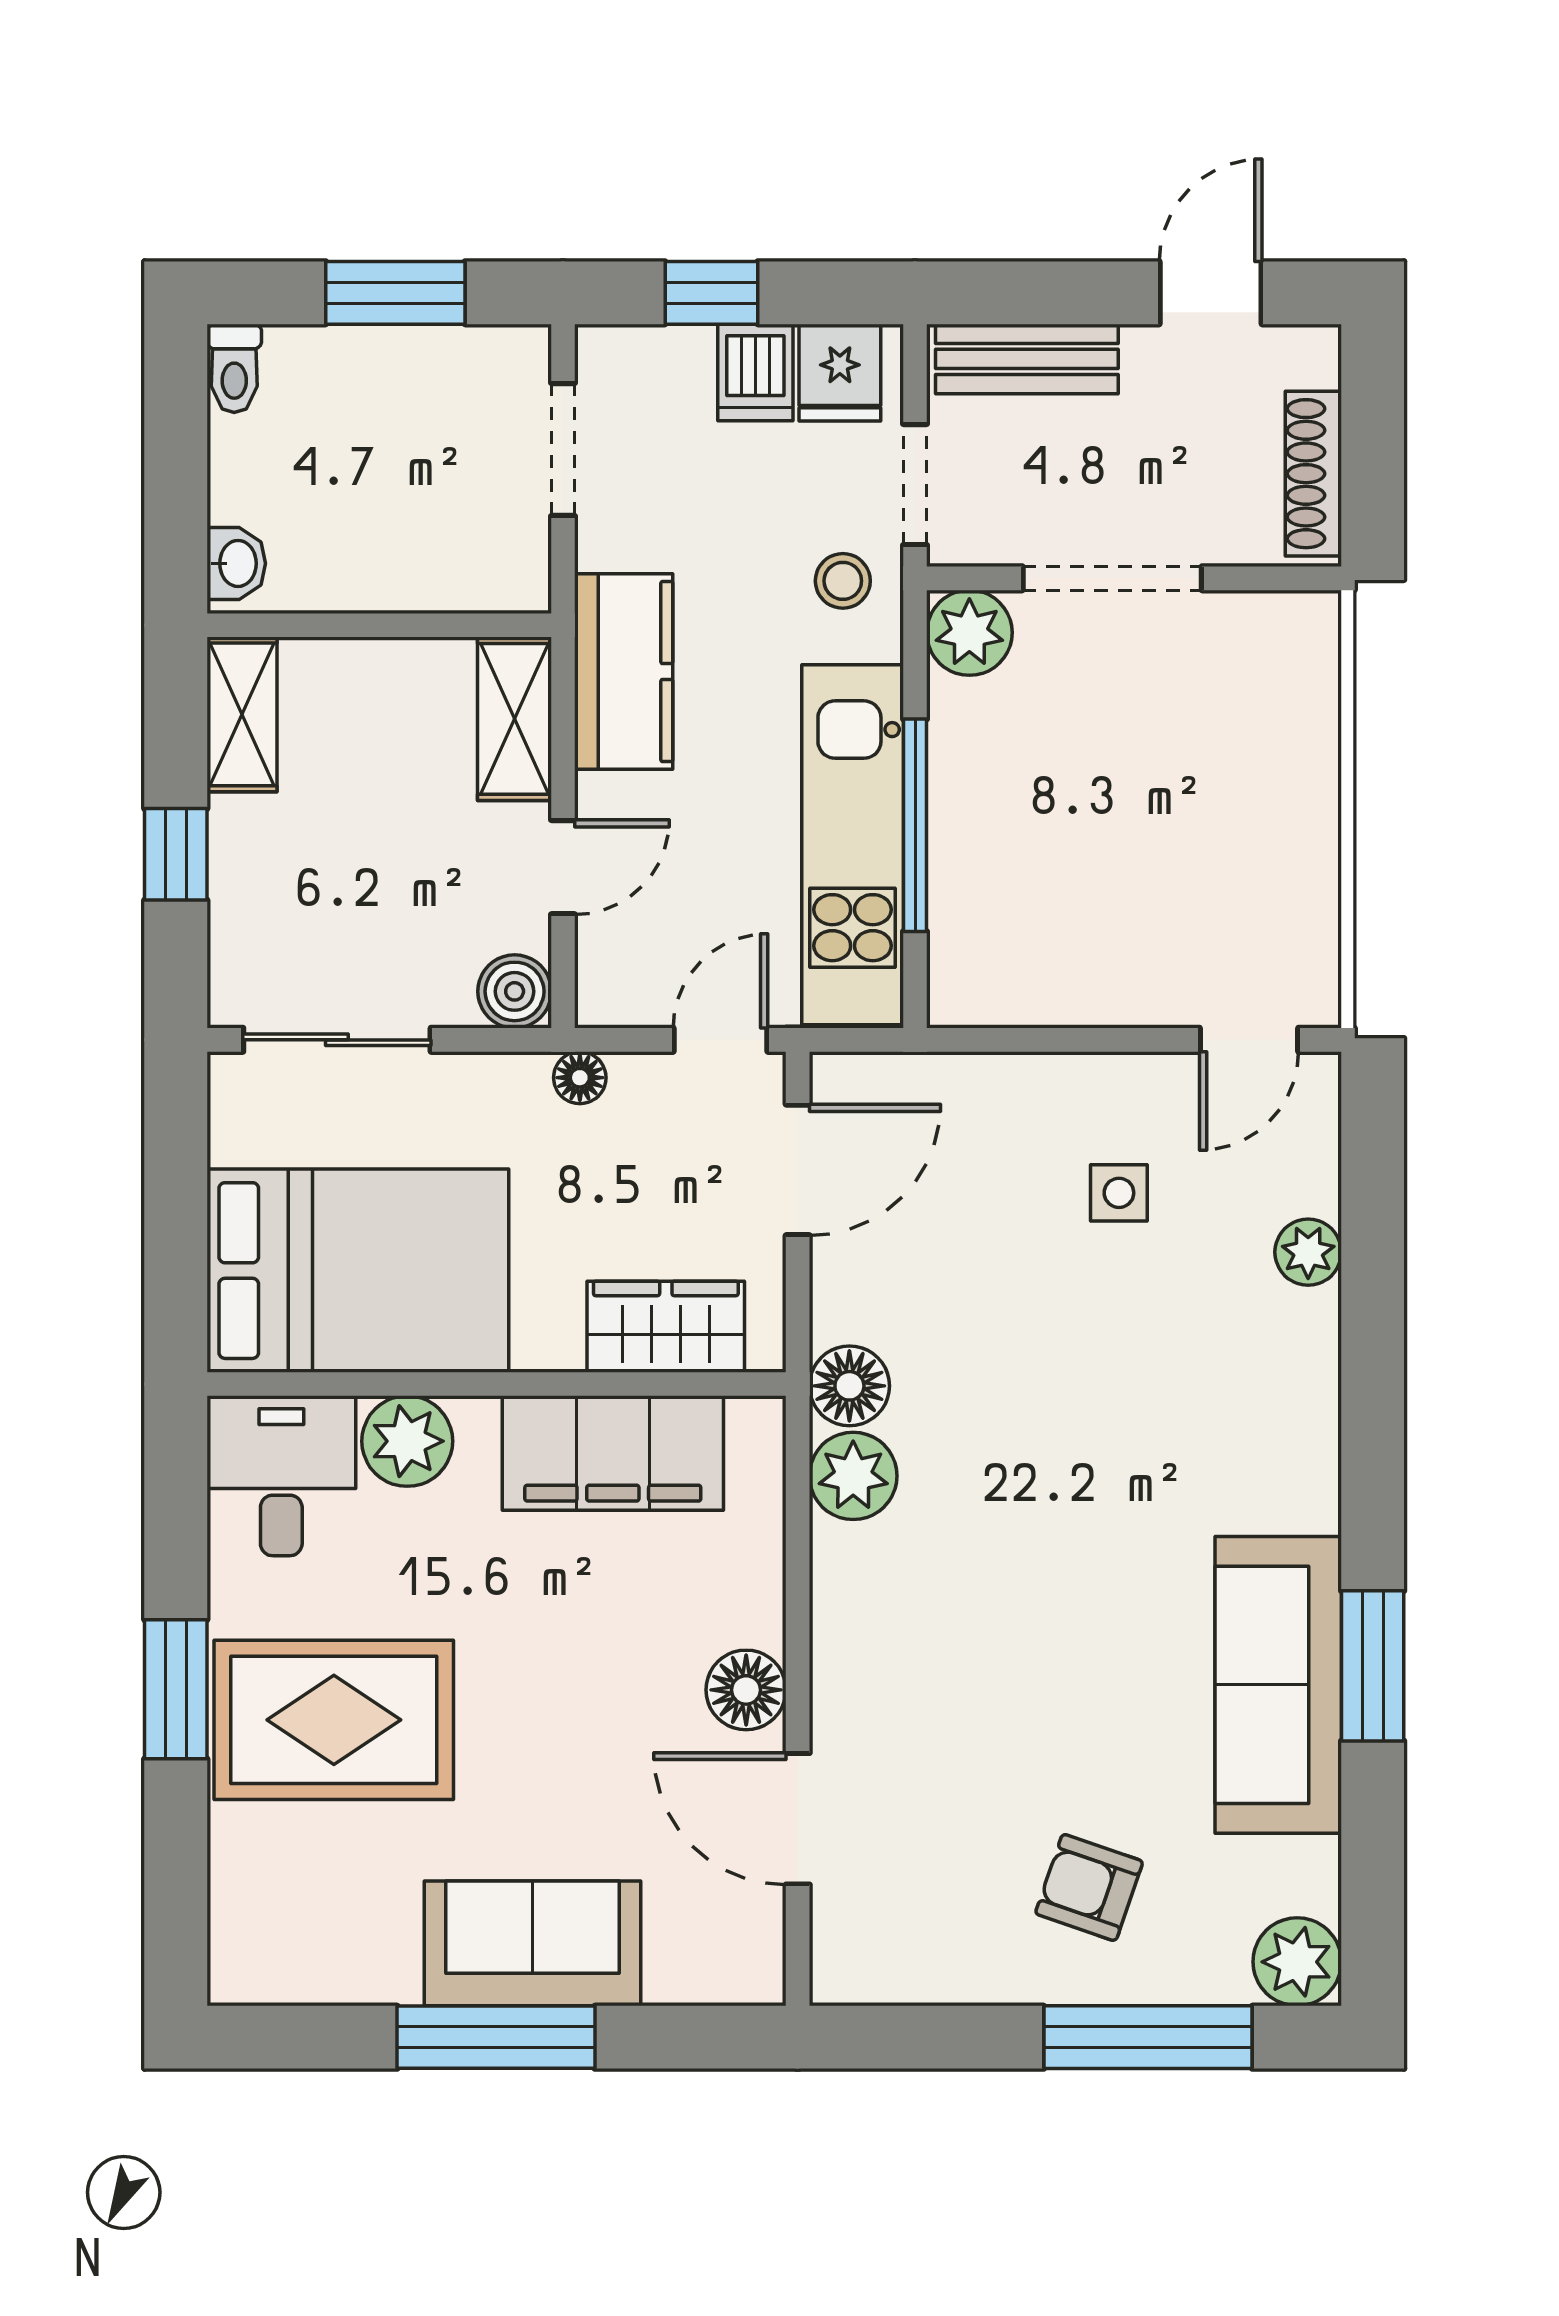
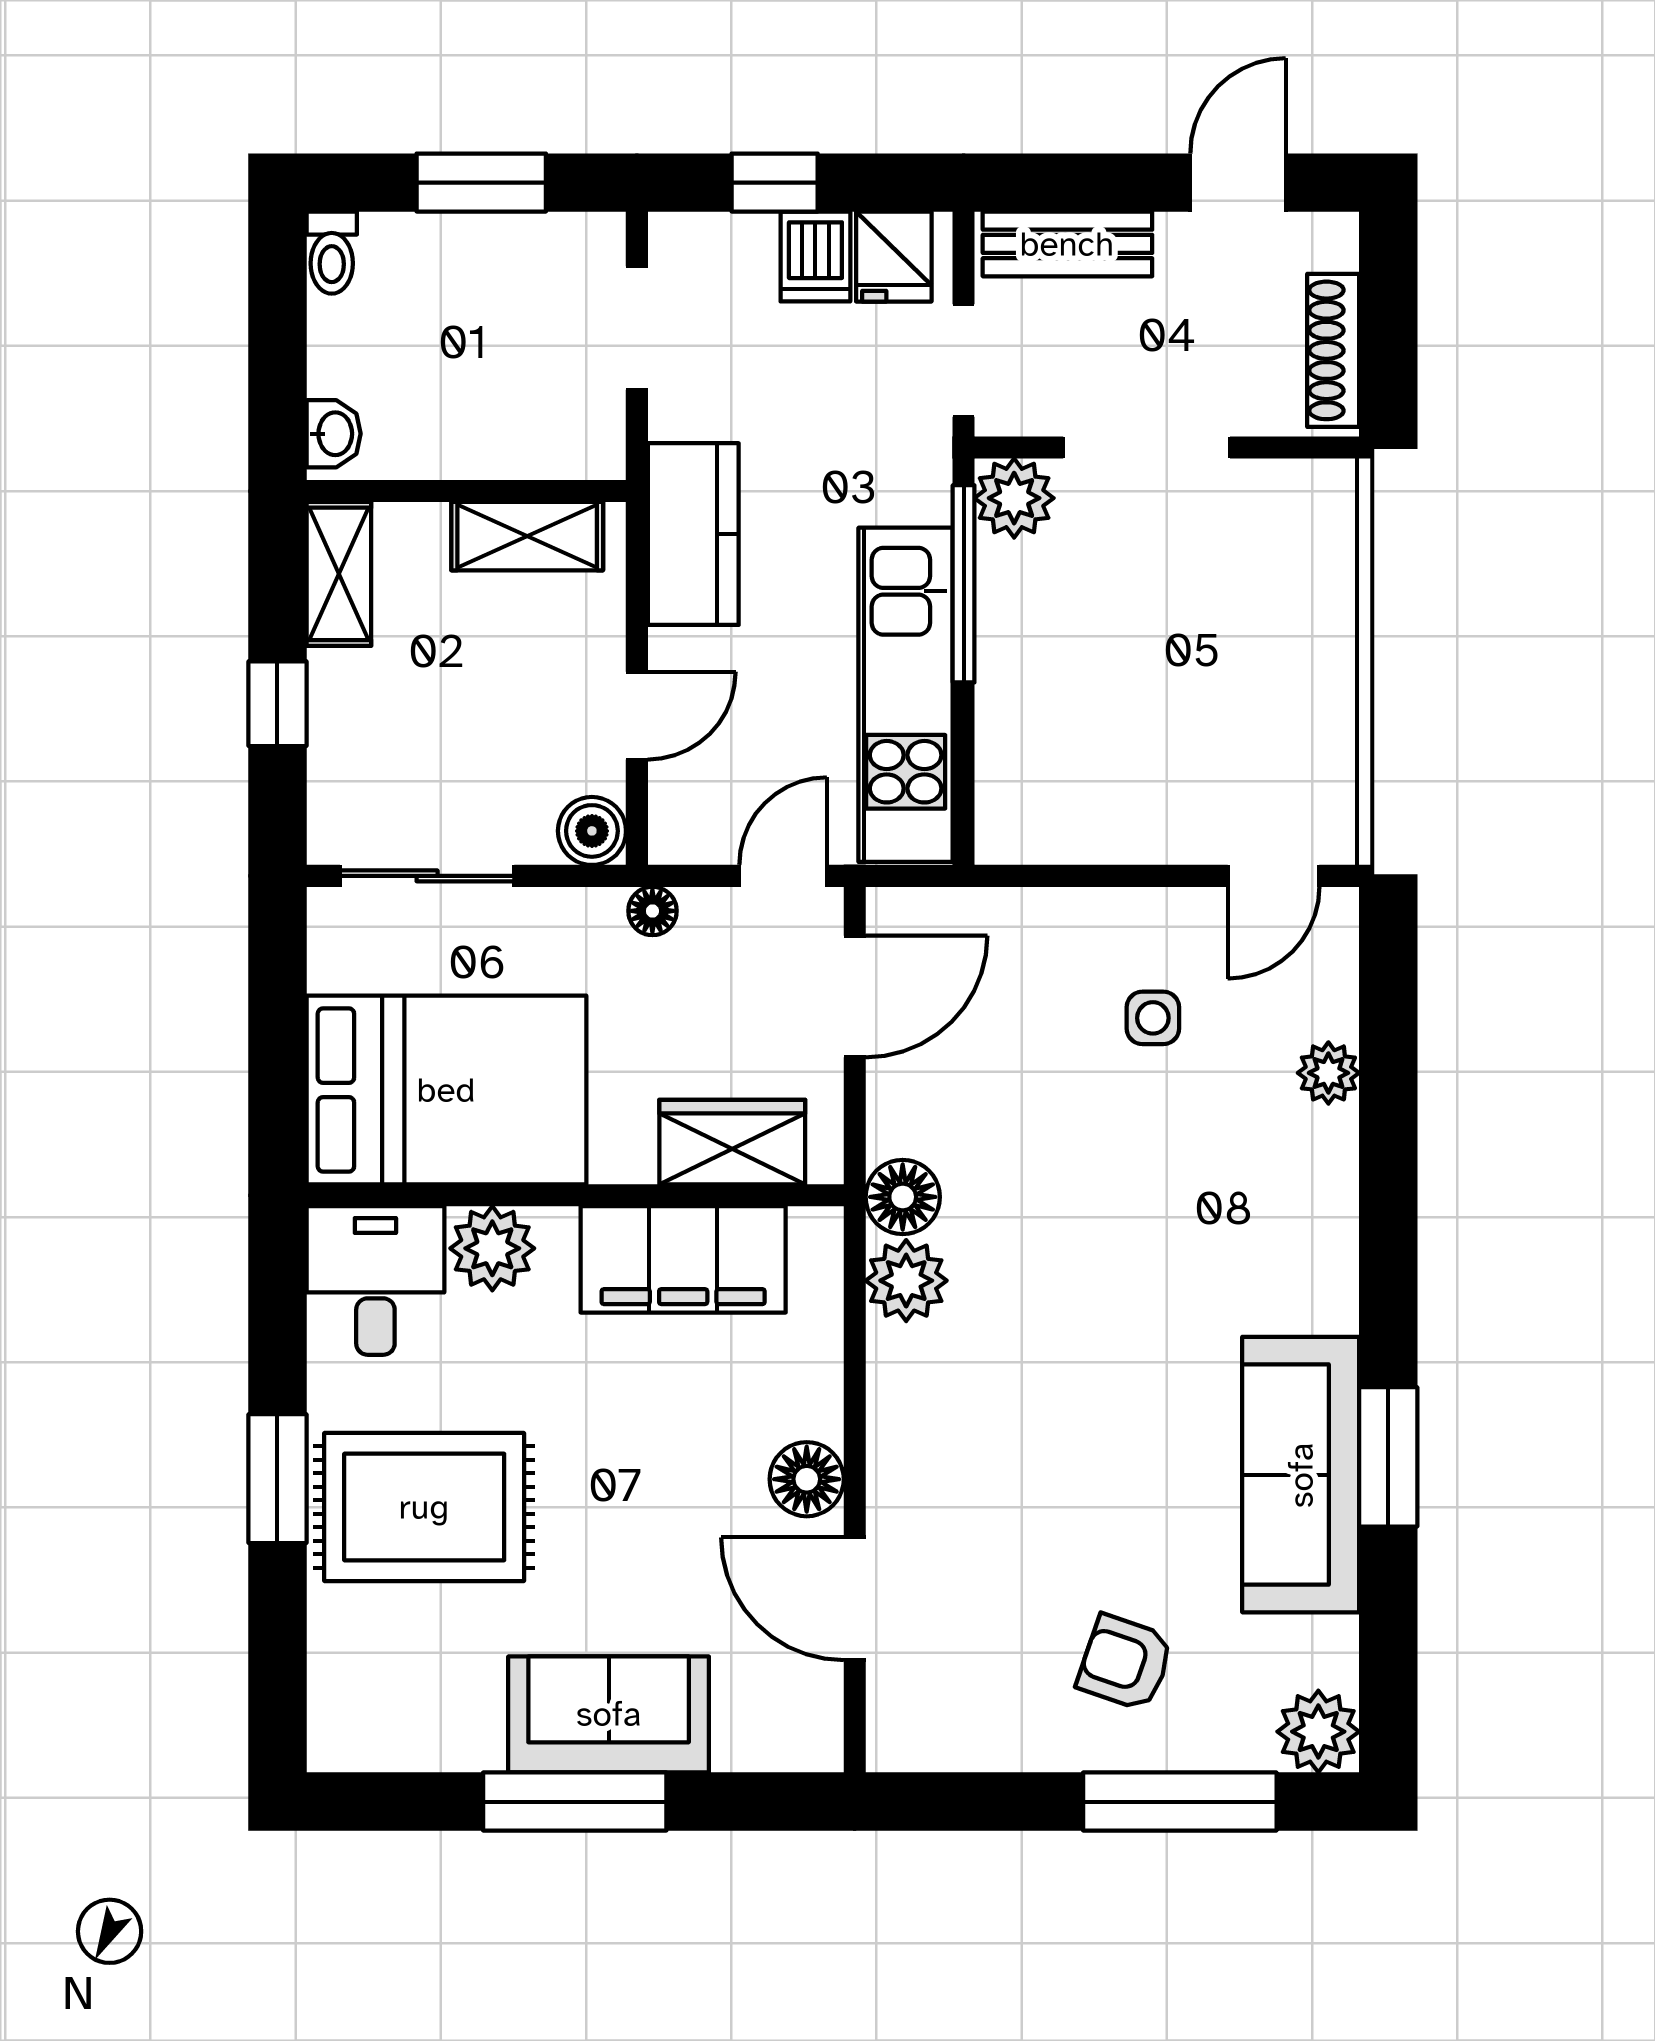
stool: (843, 581) -> (897, 450), removed
shelving: (514, 719) -> (527, 536), moved, turned 90
window: (915, 825) -> (964, 584), moved

